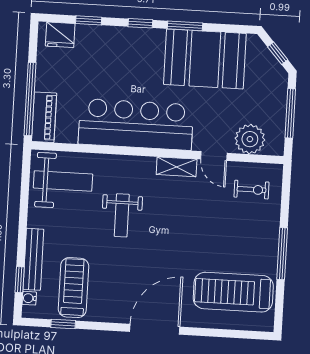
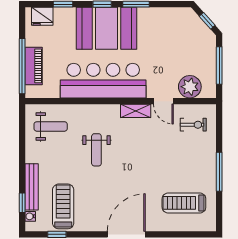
booth: (205, 59) -> (107, 28), moved
piano: (44, 117) -> (34, 66), moved
weight bench: (63, 181) -> (51, 126), width x0.73, depth x0.75
treadmill: (233, 292) -> (184, 203), width x0.73, depth x0.73

